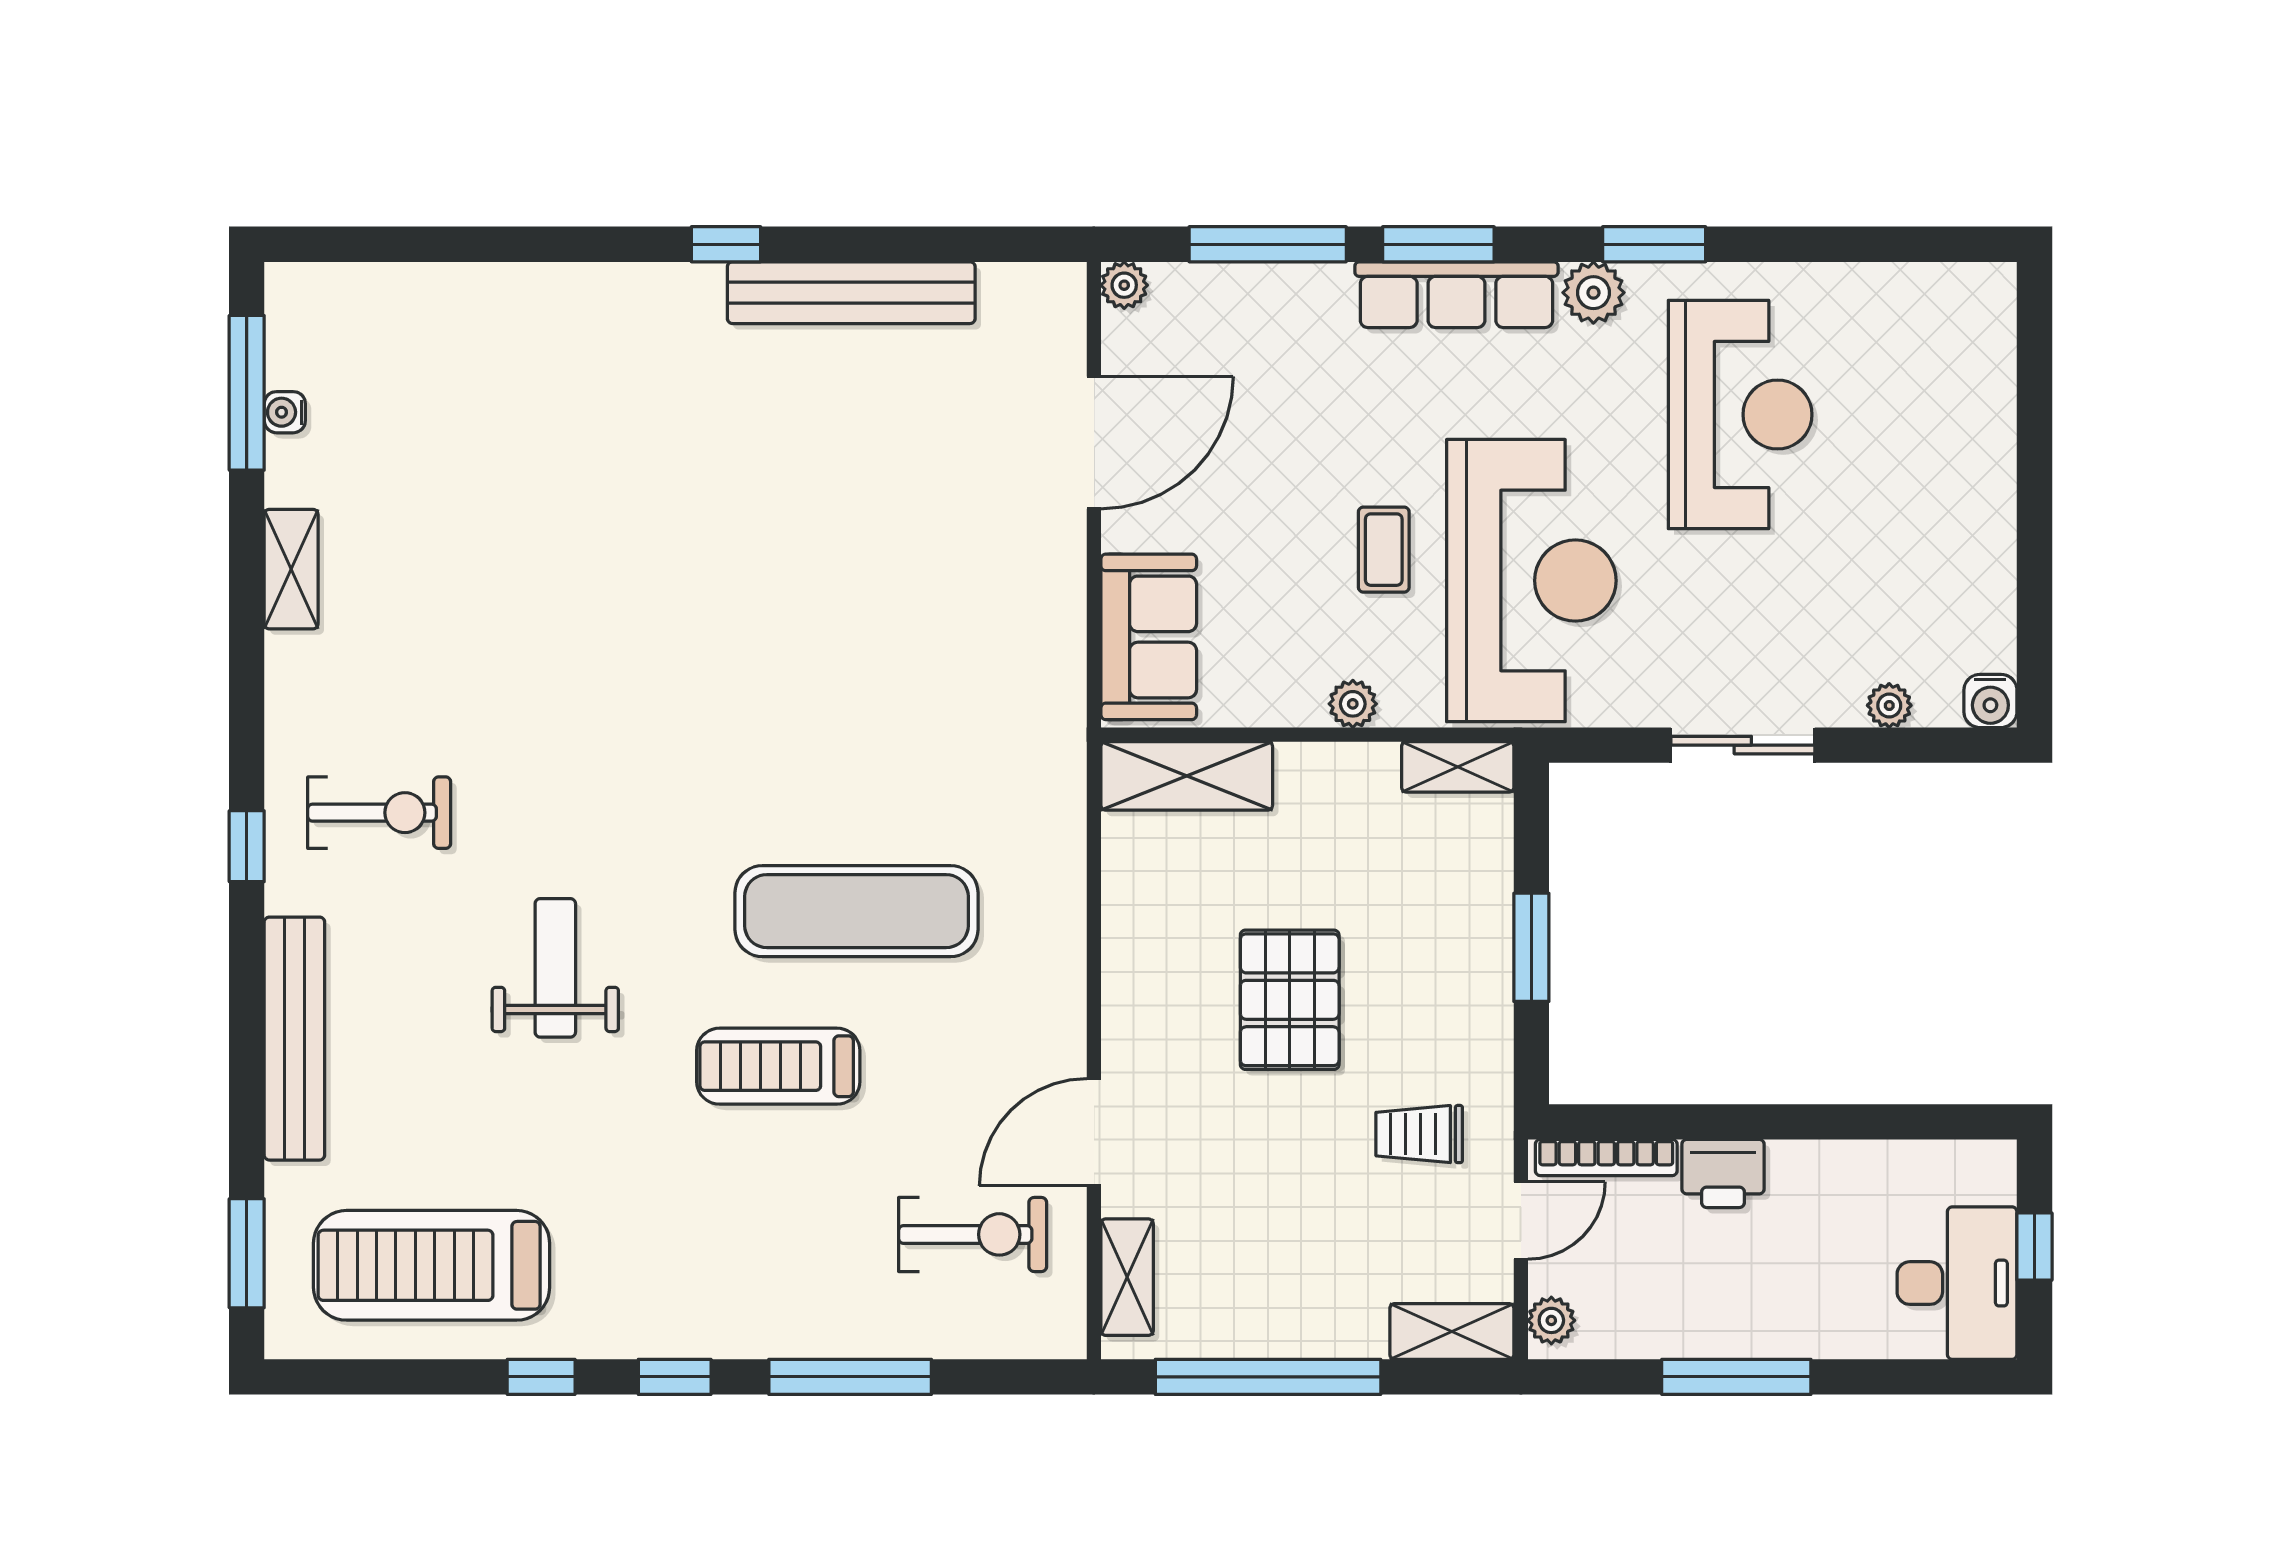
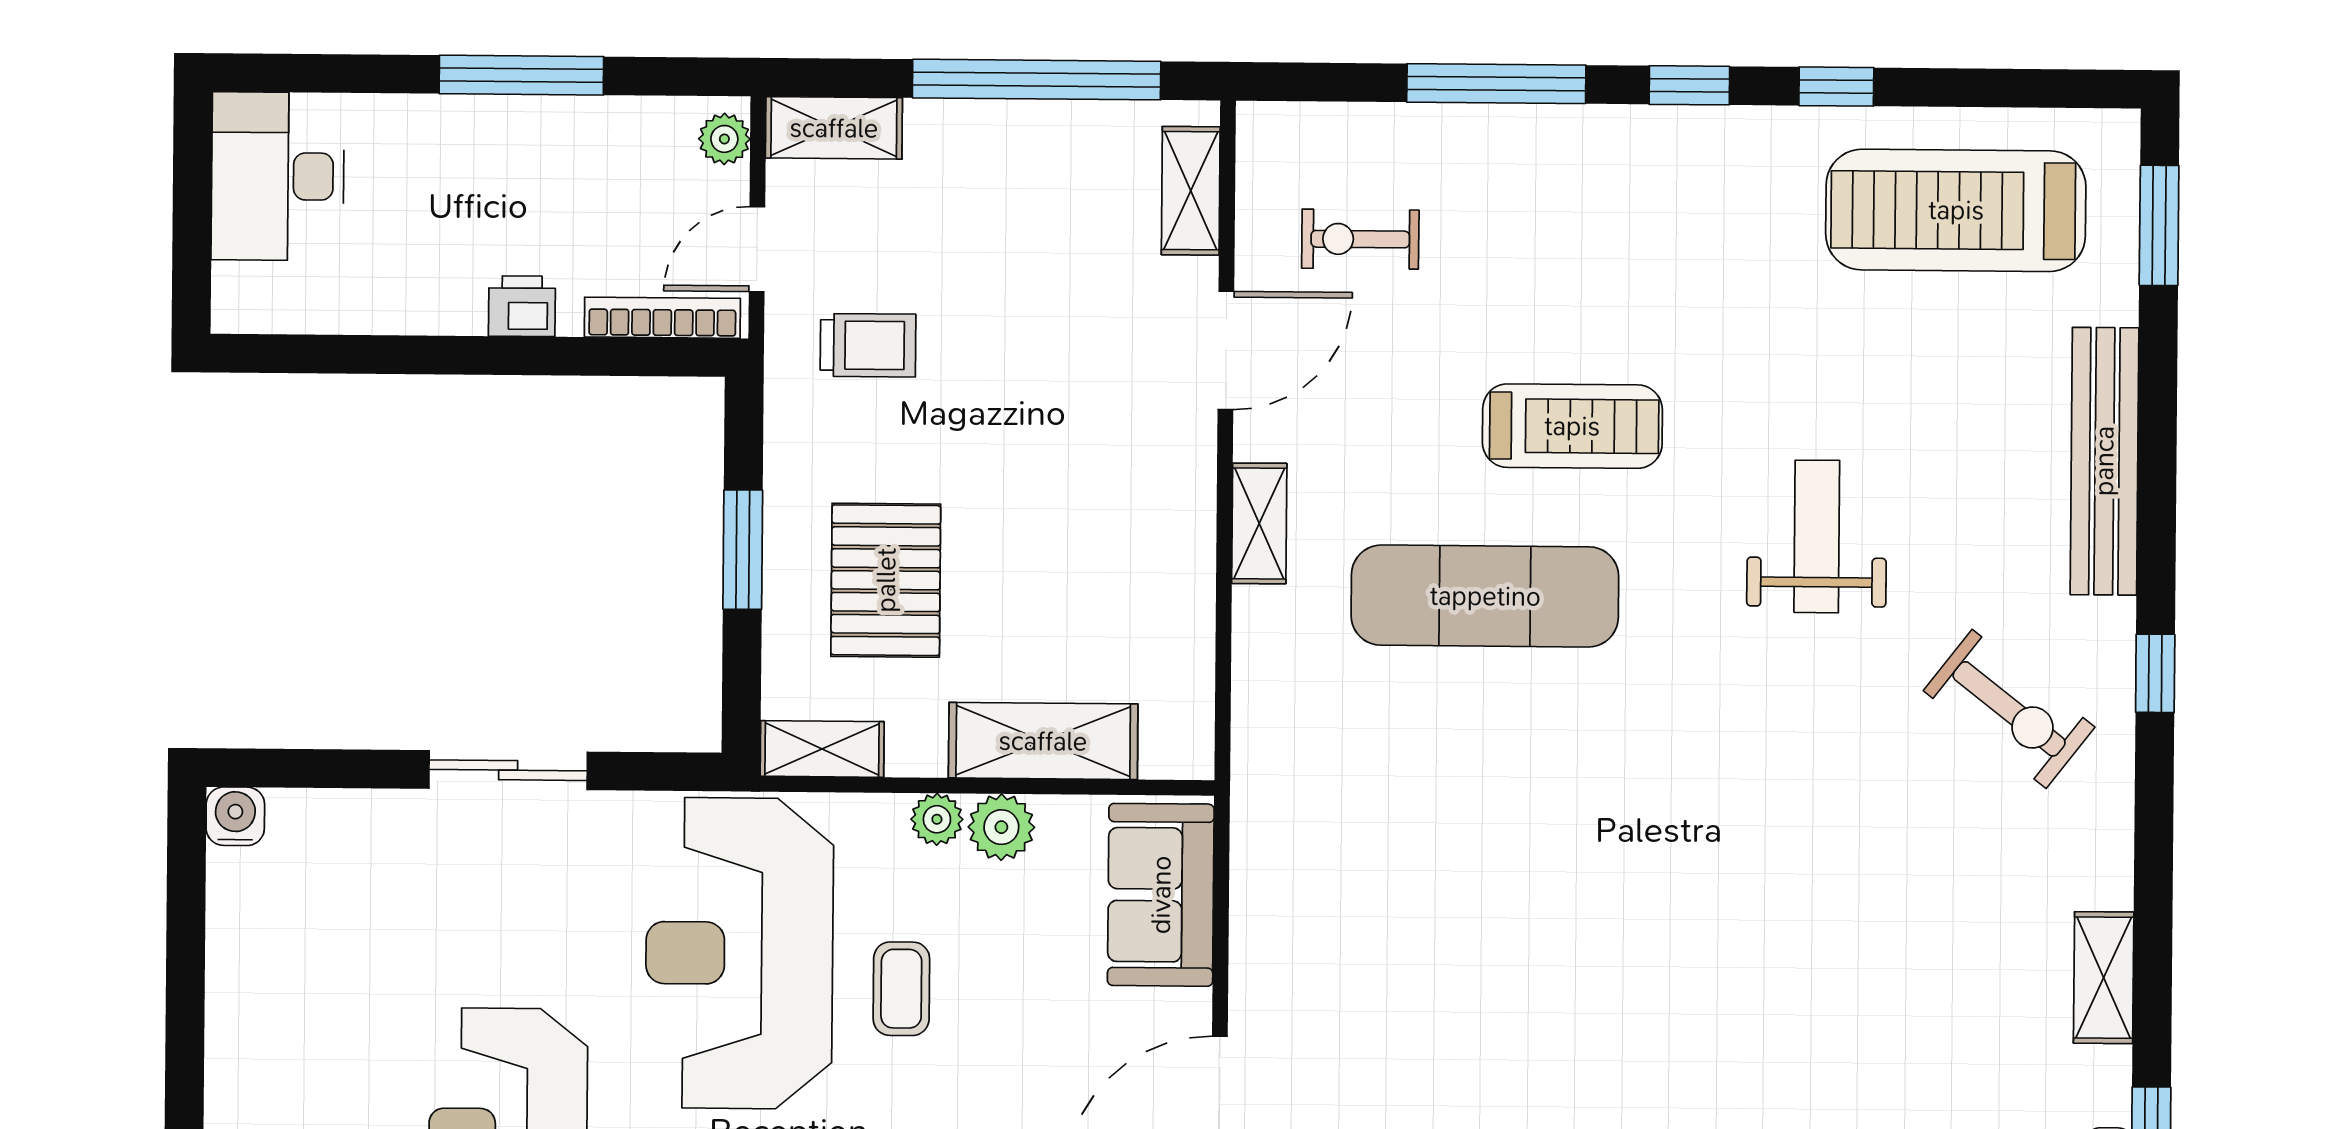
plant: (1889, 705) -> (1001, 827), moved, width x1.38, depth x1.38
shelving: (1187, 776) -> (1043, 741), moved
exercise bike: (379, 813) -> (2009, 709), turned -142
weight bench: (555, 968) -> (1817, 536), turned 180
shelving: (1062, 975) -> (1259, 523), added
pallet: (1290, 1000) -> (886, 580), moved
printer: (1723, 1173) -> (522, 306), width x0.73, depth x0.81
exercise bike: (973, 1234) -> (1360, 239), width x0.73, depth x0.72
window: (2035, 1247) -> (192, 216), removed
treadmill: (432, 1265) -> (1956, 210), turned 180

